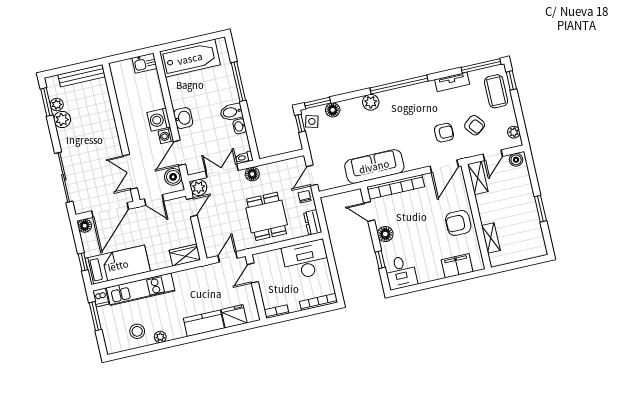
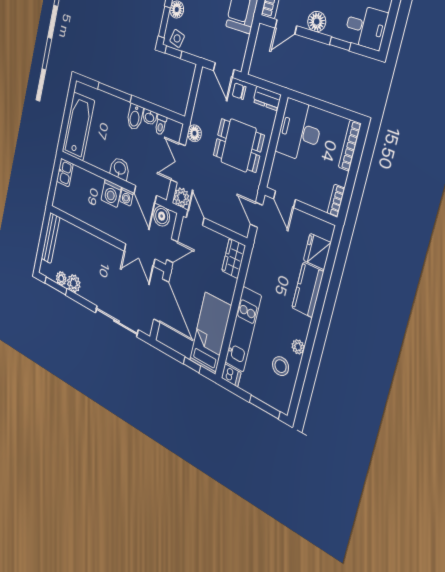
toilet: (244, 157) -> (161, 125), moved
floor lamp: (85, 226) -> (163, 336), removed
window: (95, 316) -> (265, 407), moved

